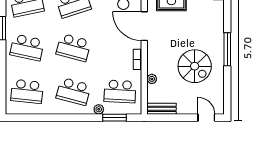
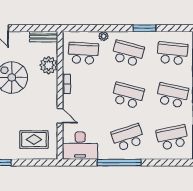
door: (144, 26) -> (60, 116), width x0.53
plant: (152, 79) -> (49, 65), width x1.87, depth x1.87
window: (114, 118) -> (145, 28), moved

